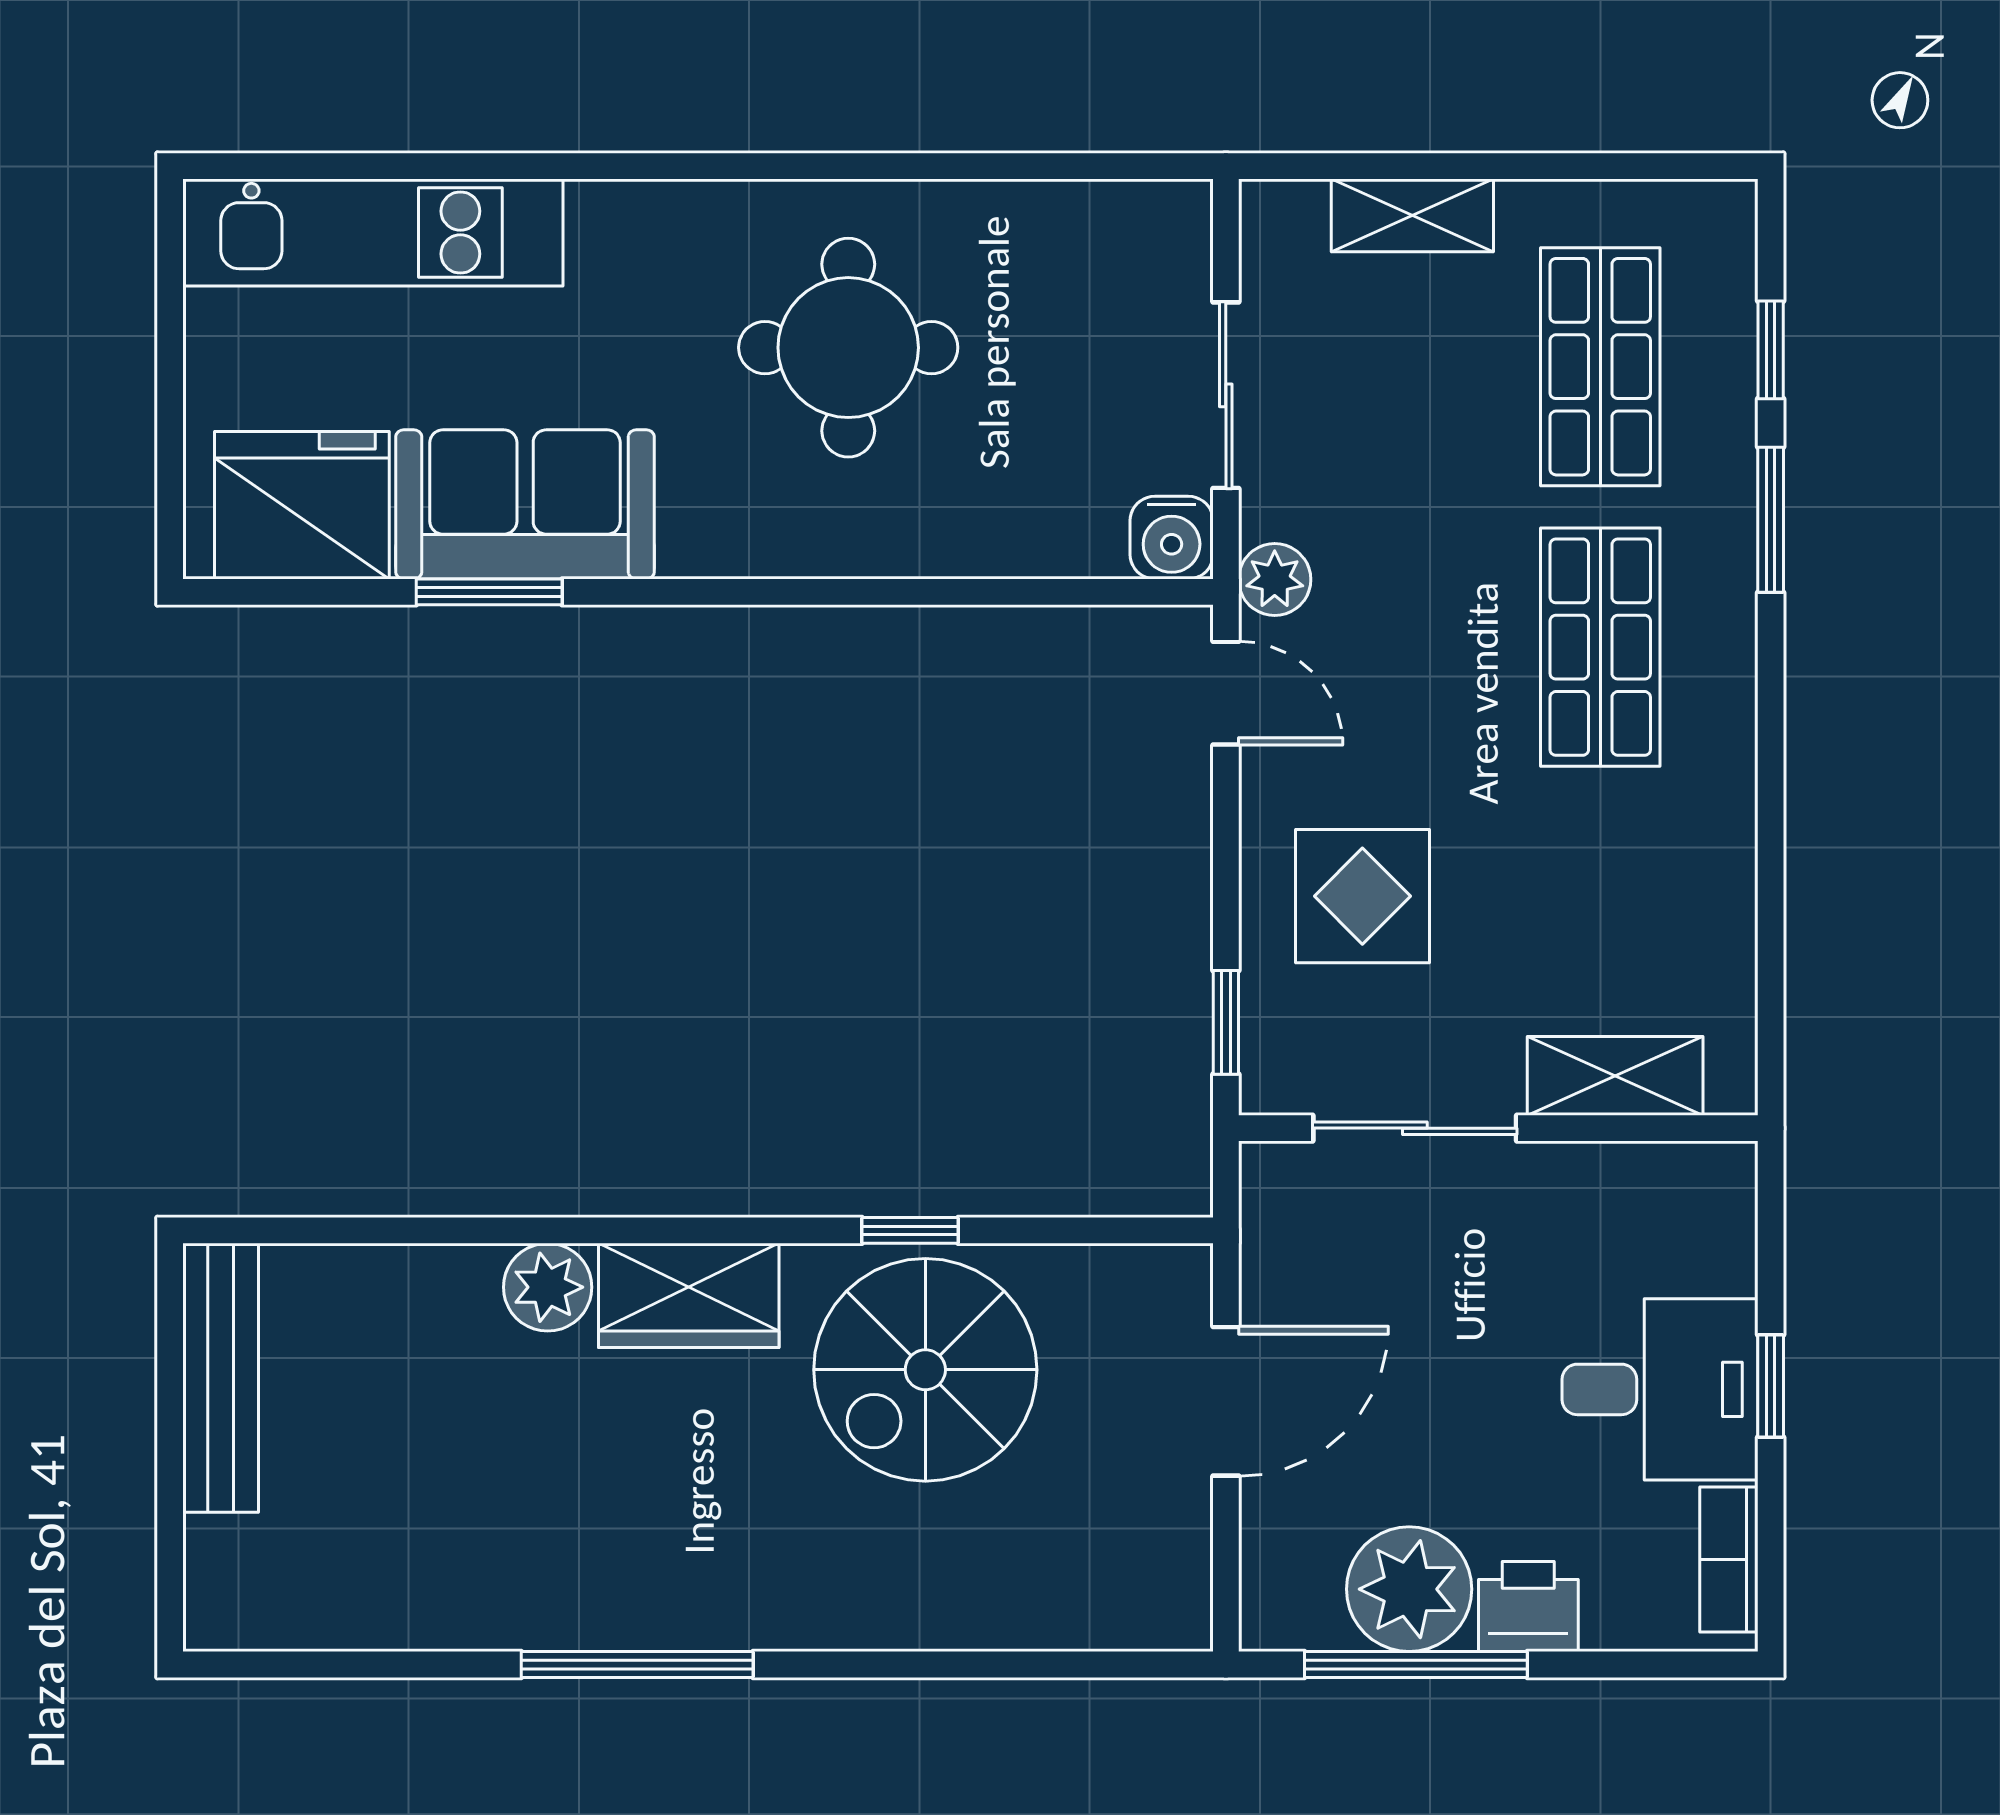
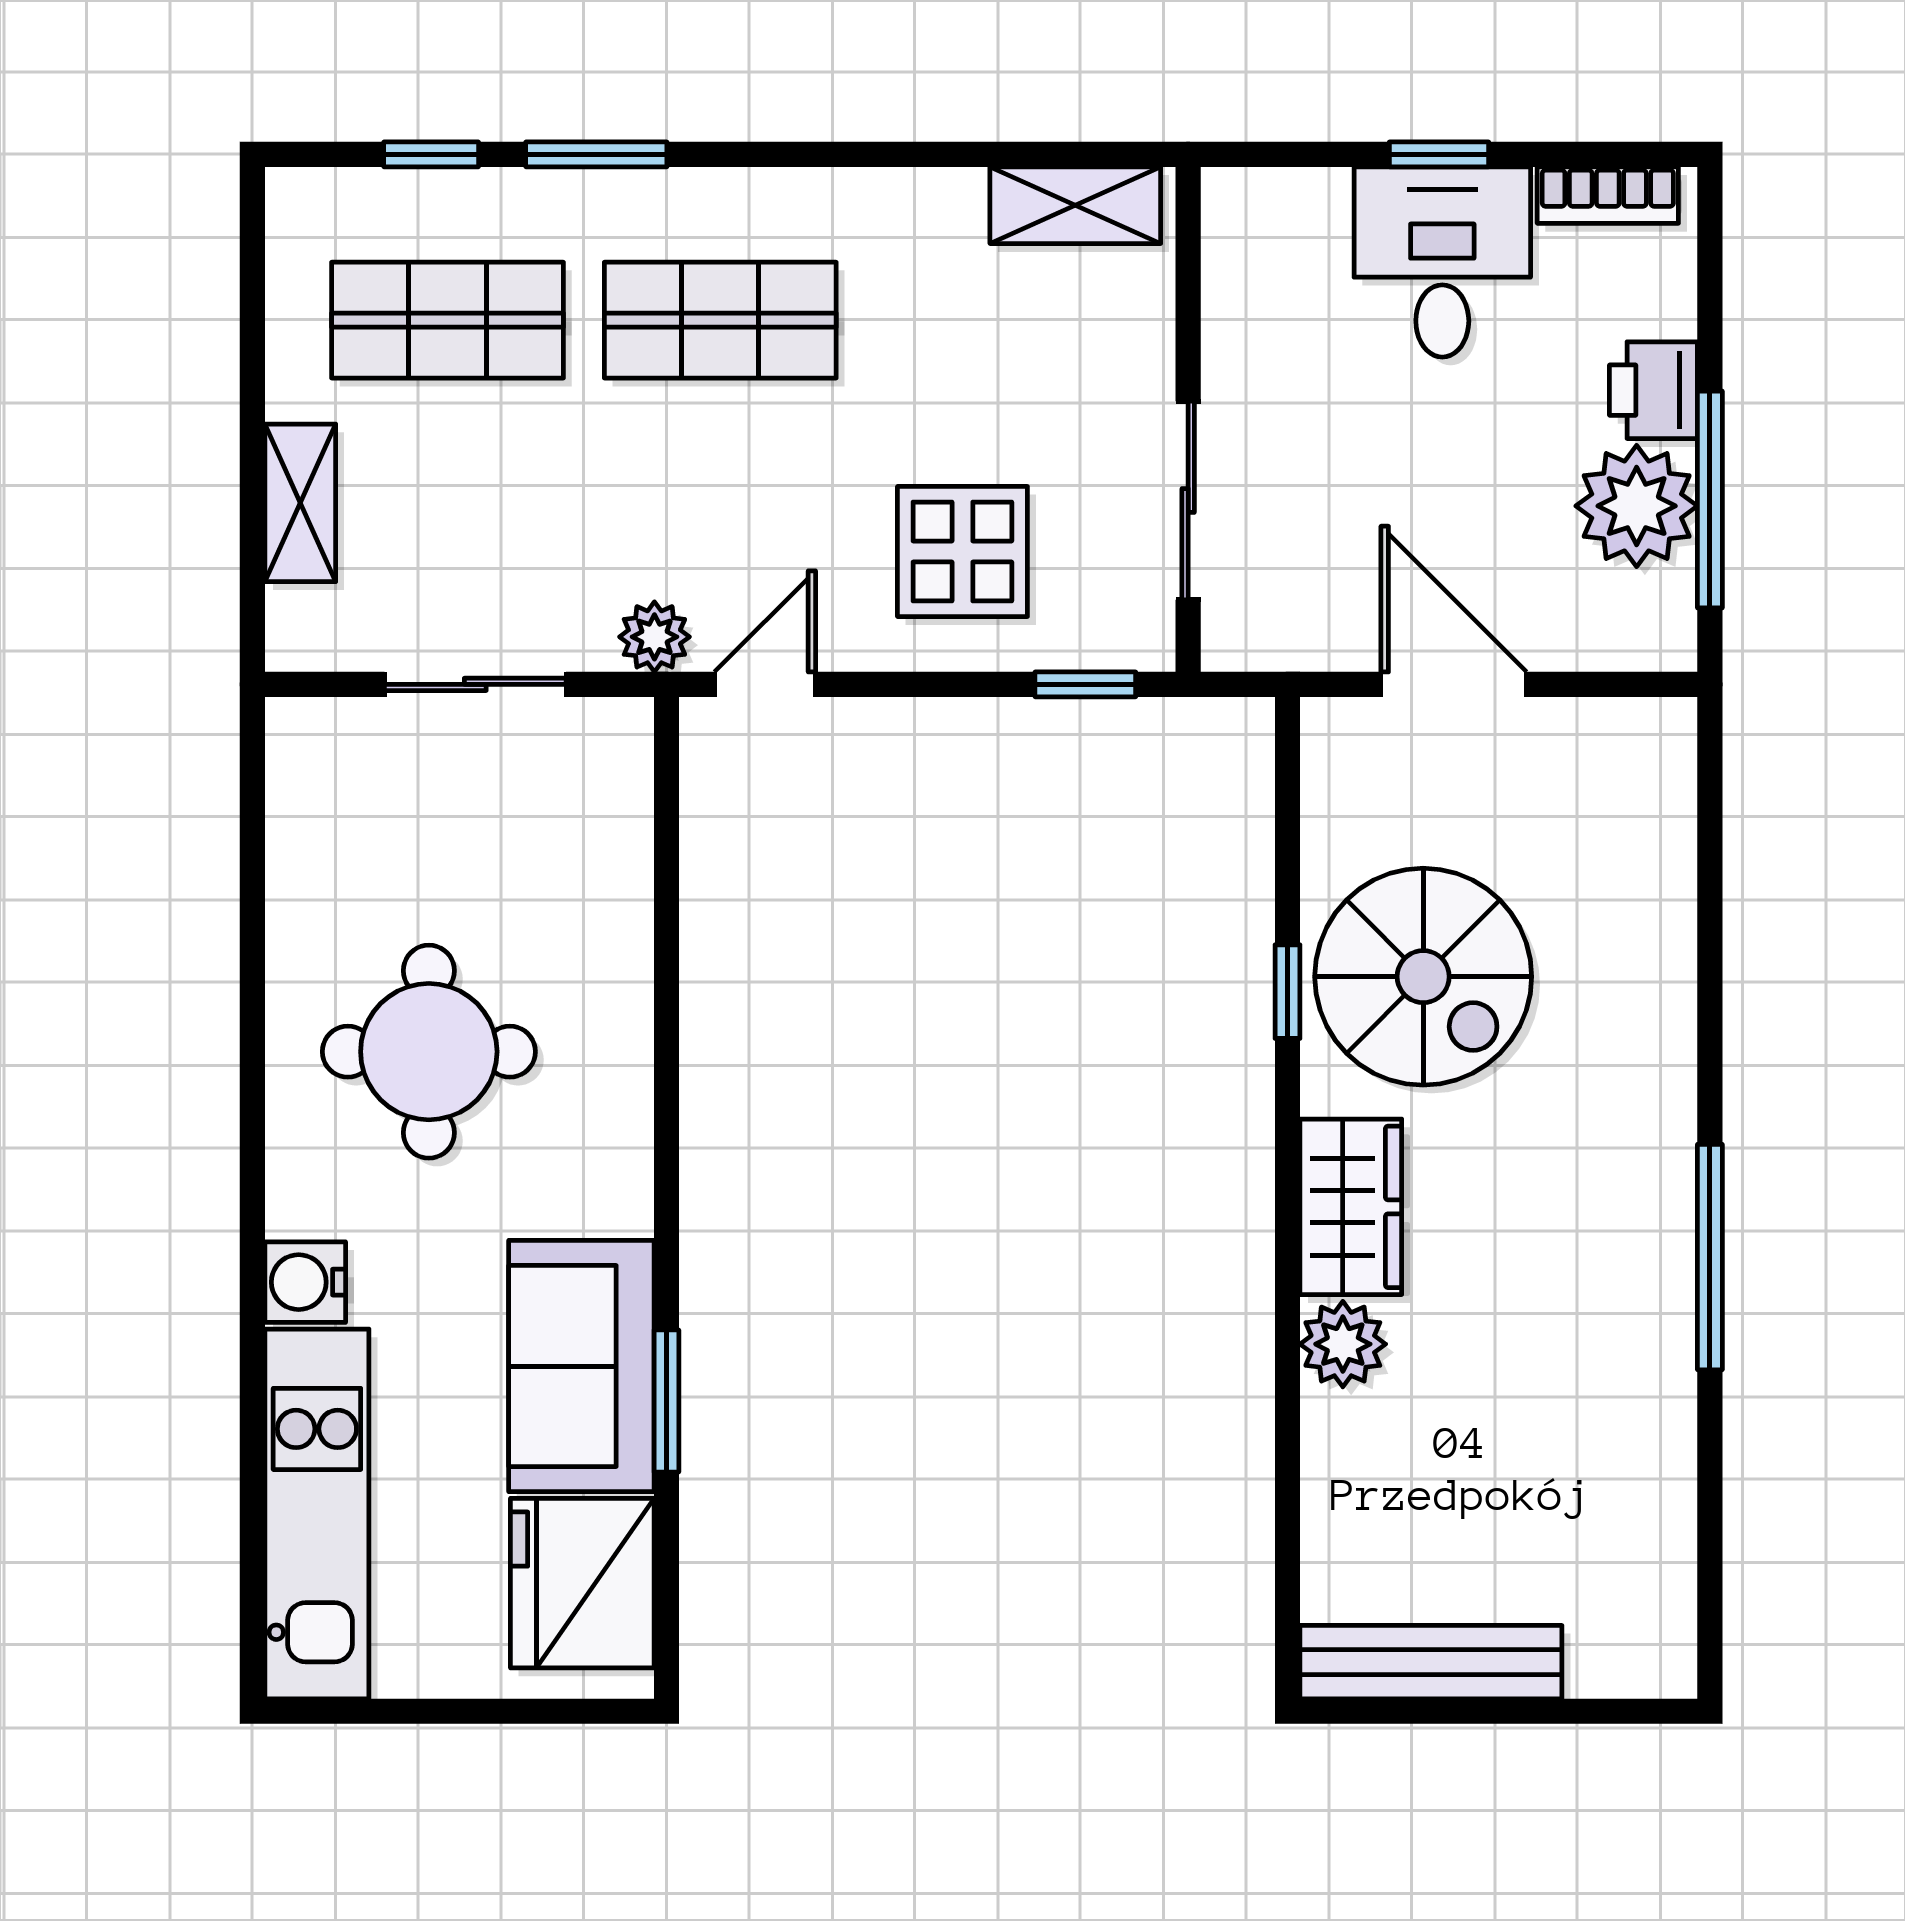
water cooler: (1172, 538) -> (305, 1282), moved, turned 180
shelving: (1615, 1076) -> (1075, 205), moved, turned 90

